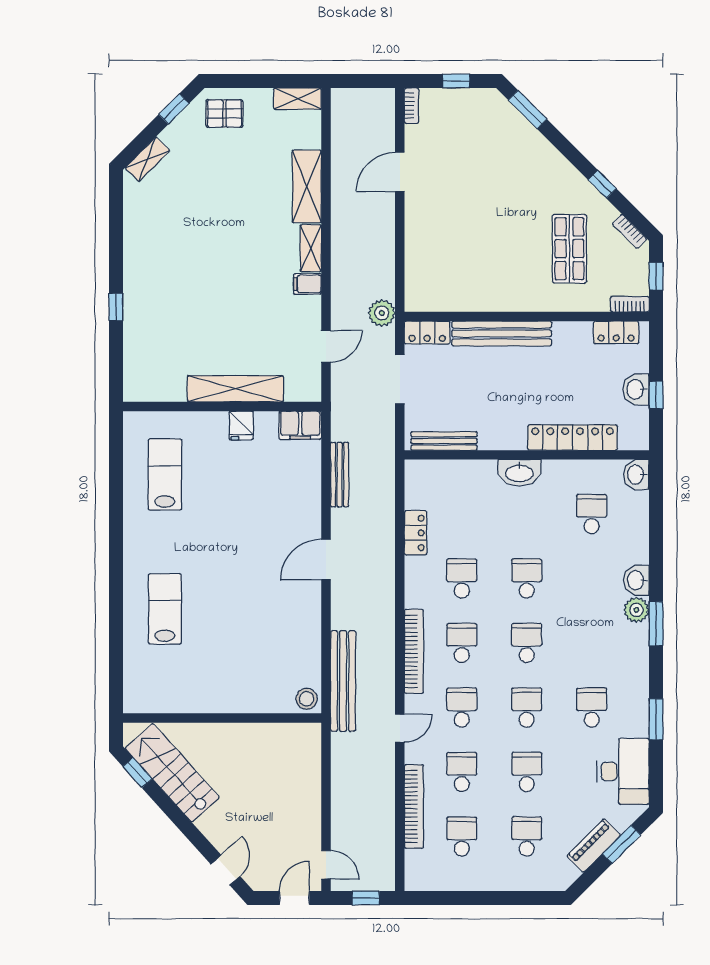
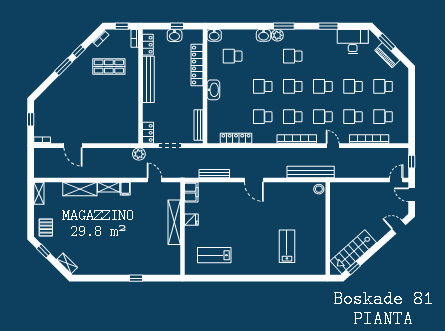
window: (528, 110) -> (63, 67), moved
bench: (502, 333) -> (148, 79), moved
locker: (416, 533) -> (236, 138), width x1.53
lab bench: (165, 609) -> (287, 246), moved, turned 90
school desk: (592, 707) -> (293, 56), moved

